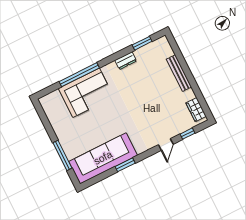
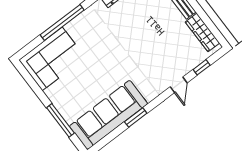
corner sofa: (86, 93) -> (52, 59), moved
wardrobe: (196, 110) -> (202, 32), width x1.50

